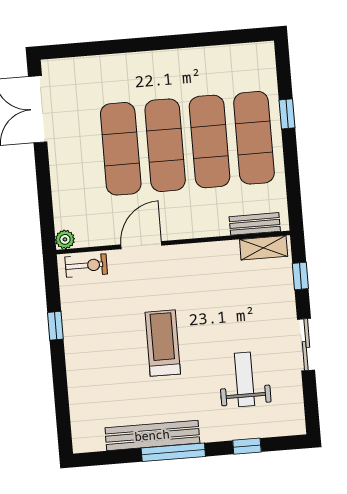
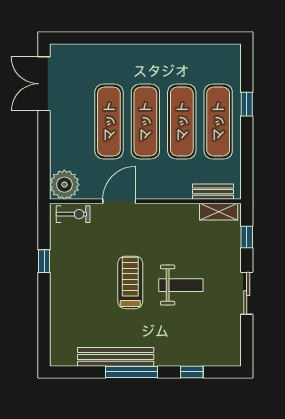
plant: (65, 239) -> (64, 185), width x1.88, depth x1.88
weight bench: (244, 379) -> (181, 285), moved, turned 90

